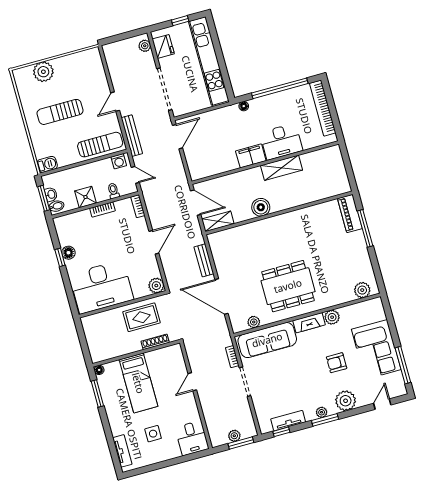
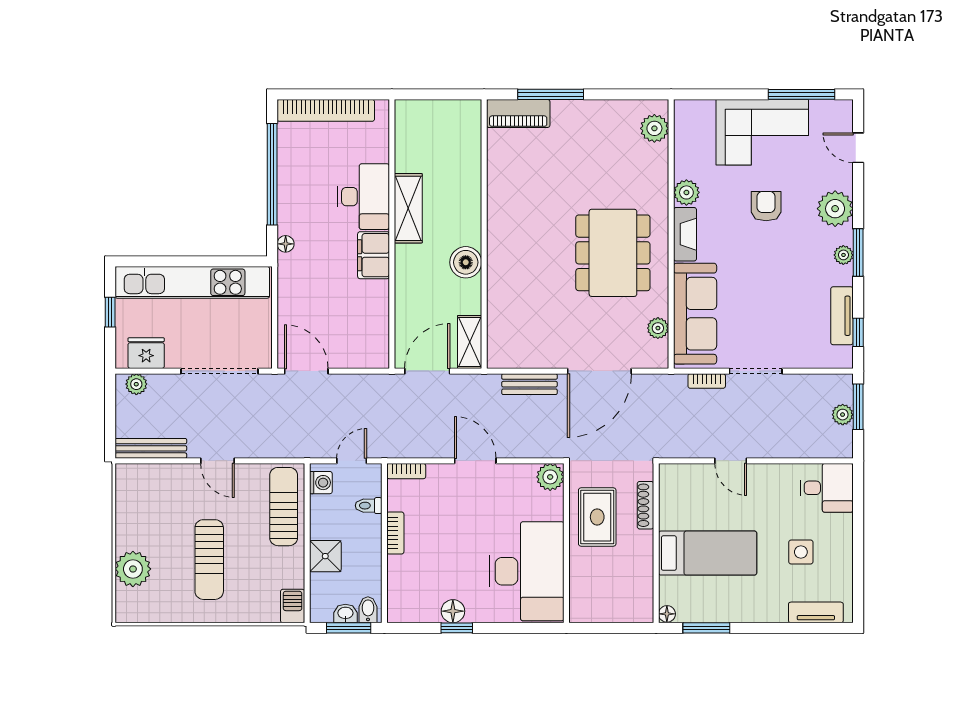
bench: (132, 136) -> (151, 448), moved
shower: (85, 197) -> (325, 556), moved
armchair: (337, 363) -> (766, 206), turned 180

